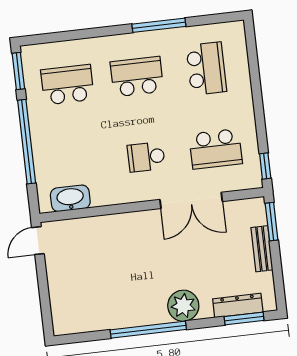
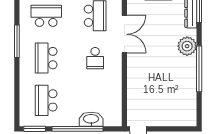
washbasin: (70, 198) -> (91, 119), moved, turned 90

